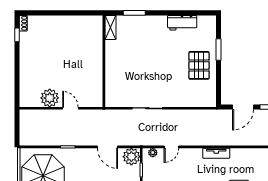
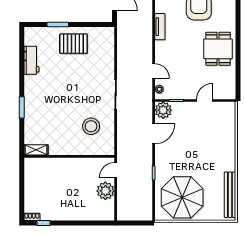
shelving: (110, 27) -> (36, 150), moved
wall: (104, 61) -> (69, 156), moved
stool: (115, 83) -> (91, 126), added

